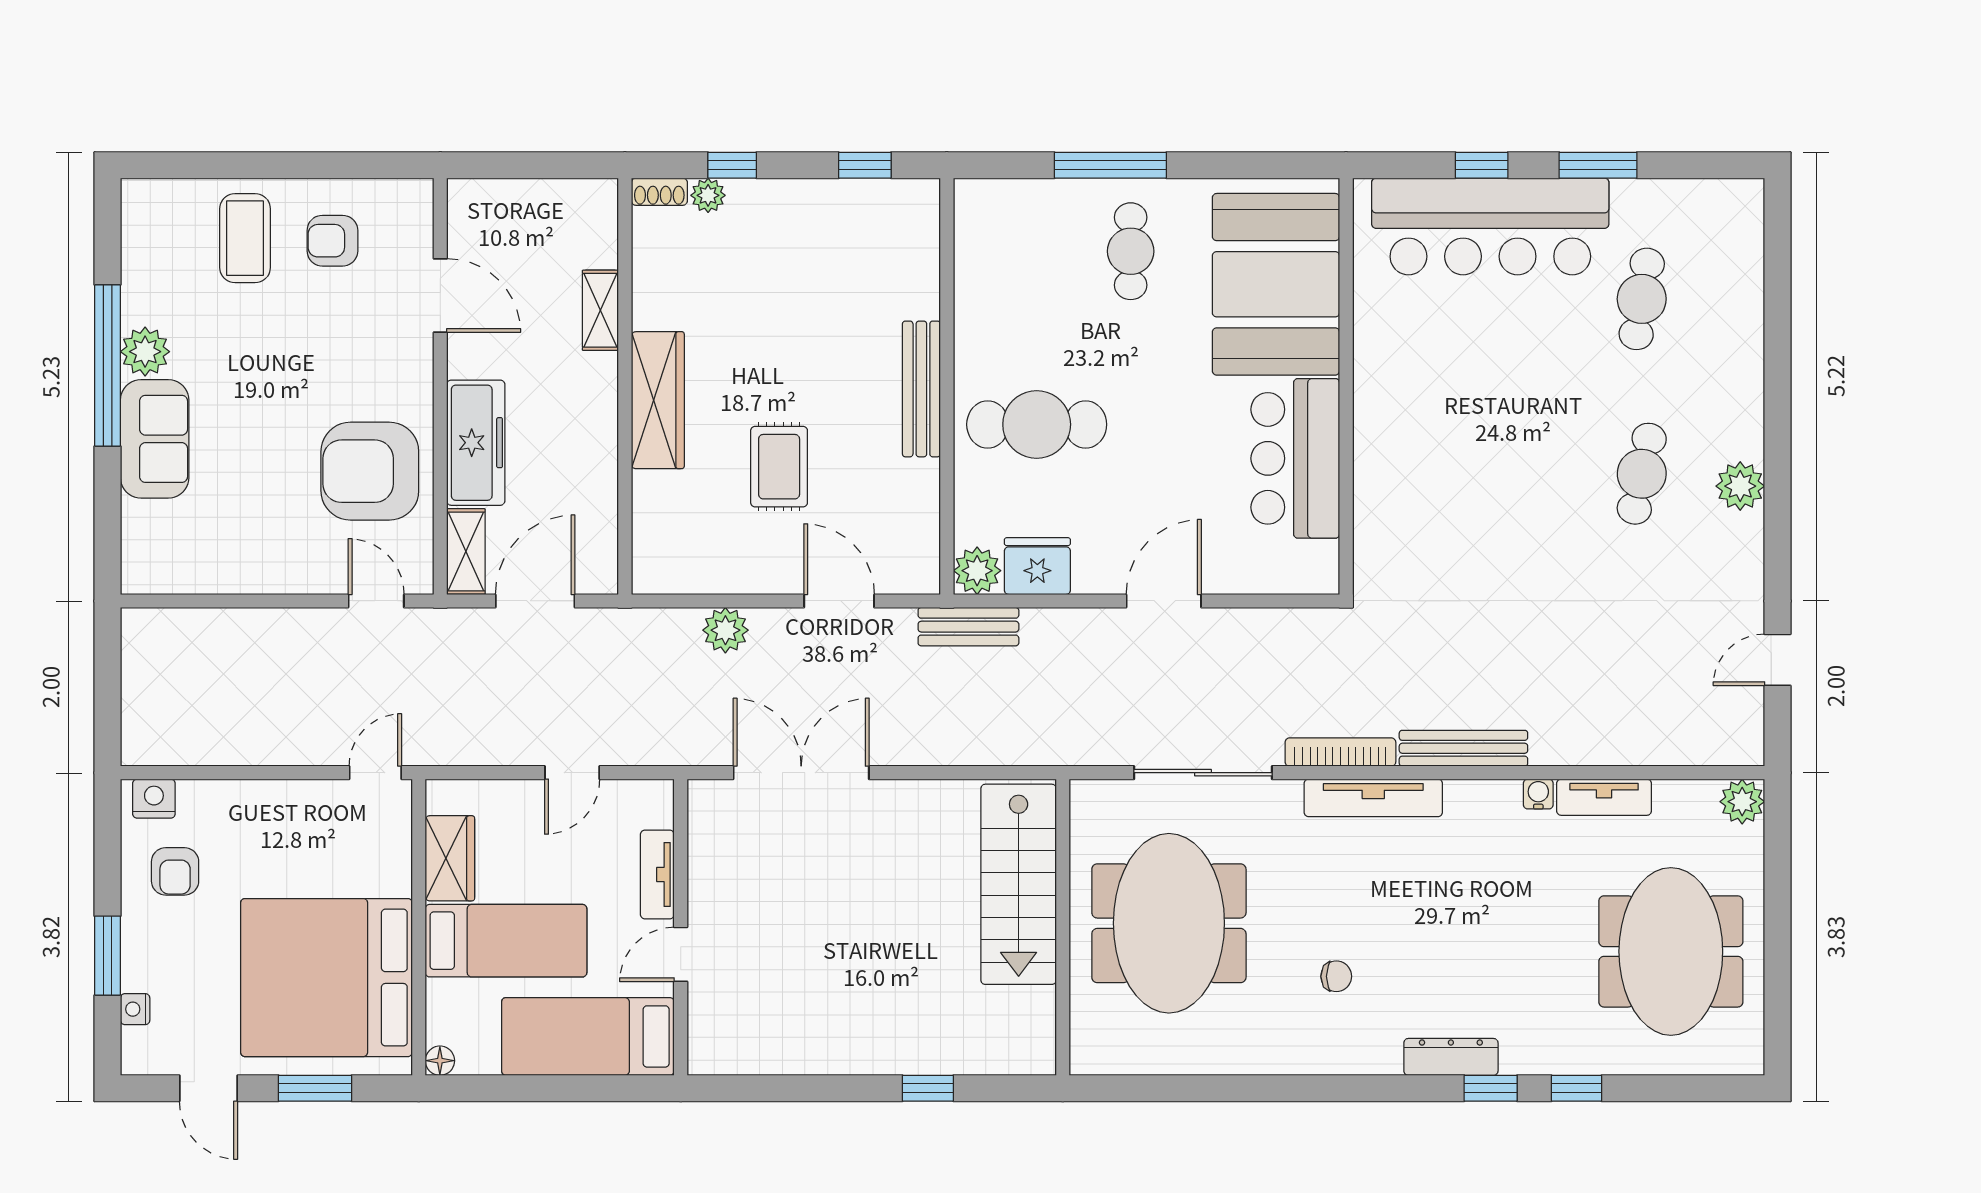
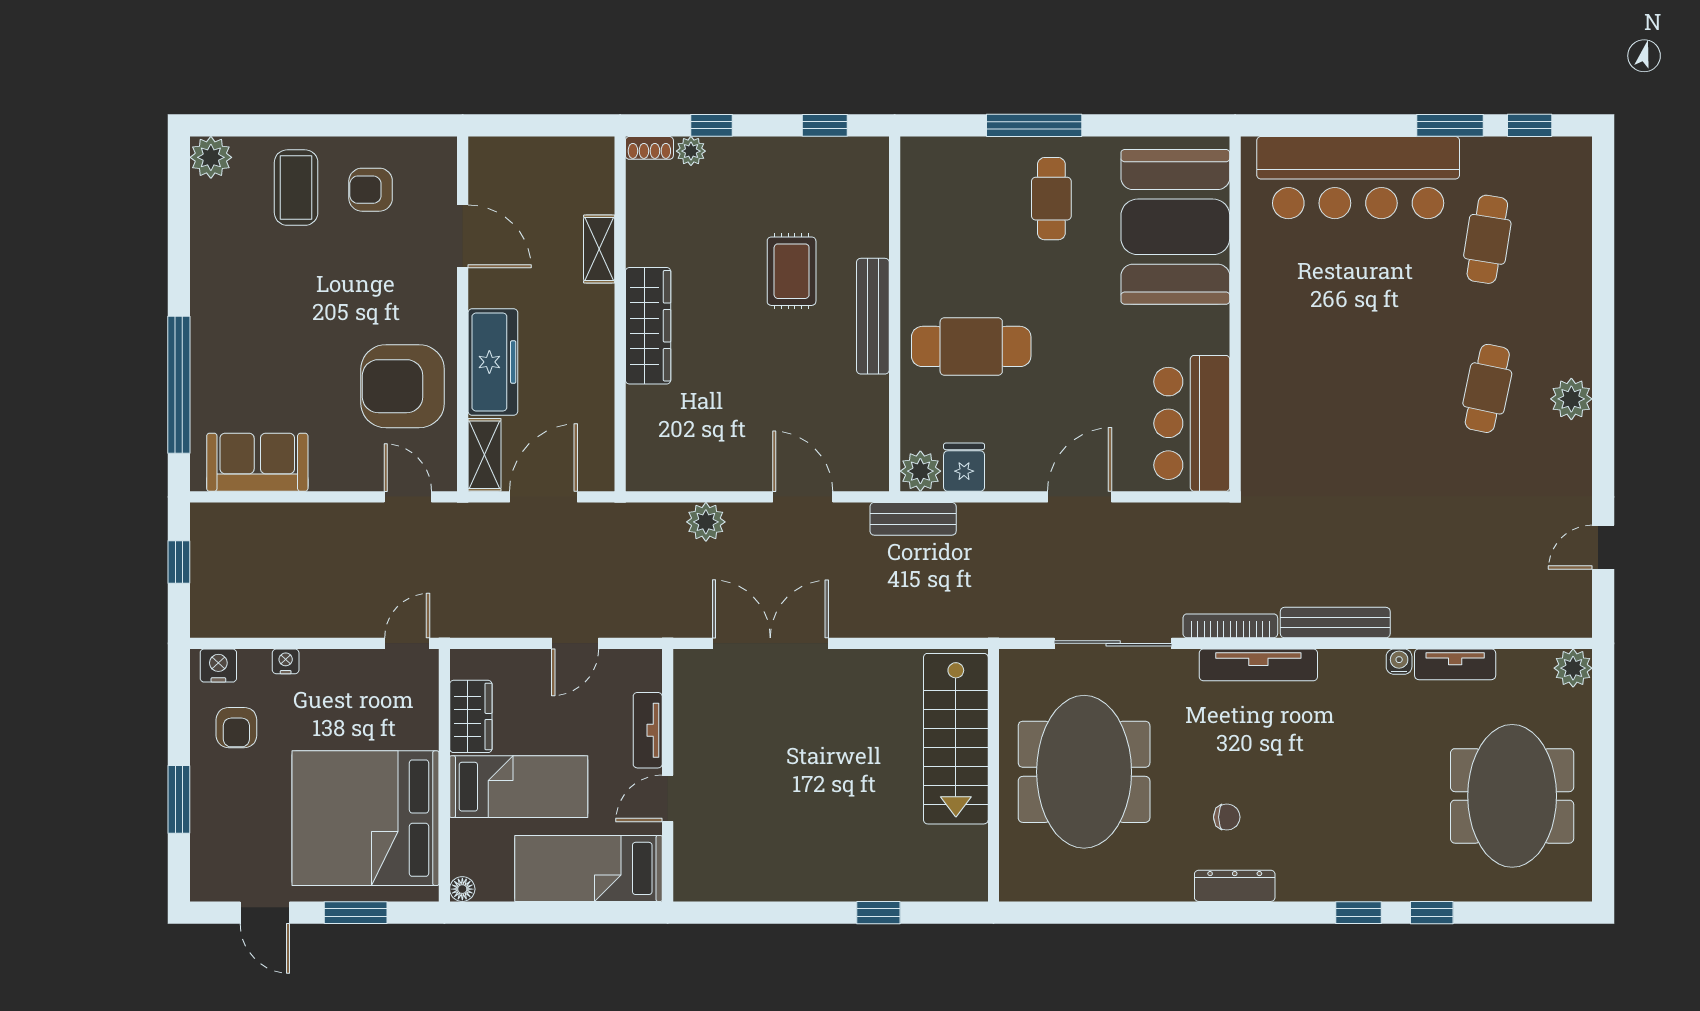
window: (1482, 165) -> (1530, 125), moved
plant: (145, 352) -> (211, 157), moved
window: (108, 366) -> (179, 385), moved
sofa: (155, 439) -> (257, 462), moved, turned -90
bar counter: (1295, 458) -> (1192, 423), moved
rug: (779, 467) -> (792, 271), moved
fridge: (1037, 566) -> (964, 467), width x0.72
window: (108, 677) -> (179, 562), added
nightstand: (135, 1009) -> (286, 661), moved, turned 90
dresser: (1451, 1057) -> (1235, 886), moved

